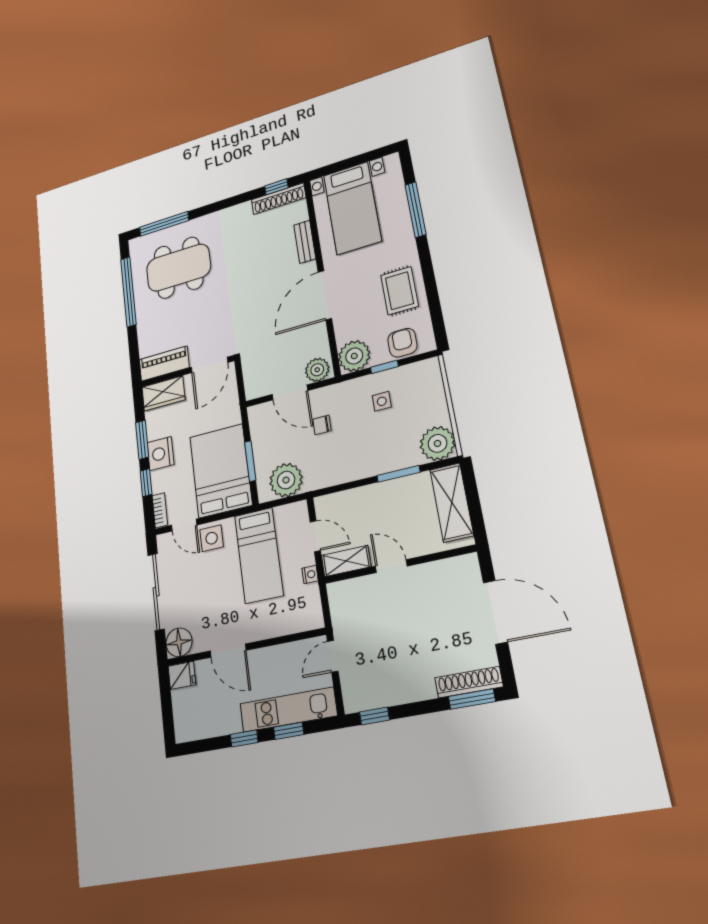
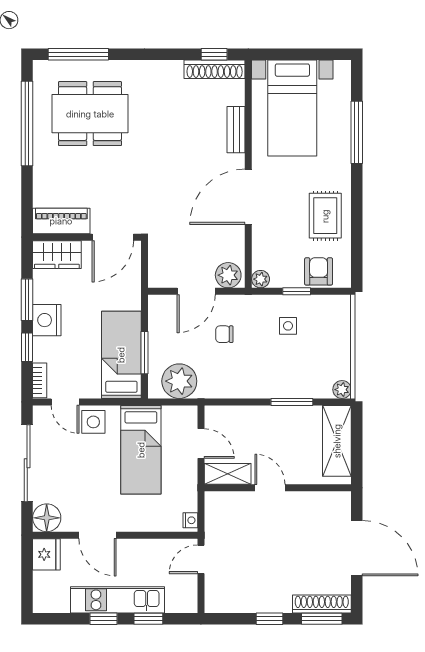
plant: (354, 356) -> (261, 279), width x0.53, depth x0.53
door: (290, 392) -> (196, 291), hinge flipped
plant: (437, 443) -> (342, 390), width x0.53, depth x0.53
bed: (221, 471) -> (121, 355), width x0.67
nightstand: (310, 574) -> (190, 520), moved
fridge: (182, 675) -> (46, 554), width x1.38
kitchen unit: (288, 710) -> (118, 600), moved
window: (374, 716) -> (270, 619), moved

